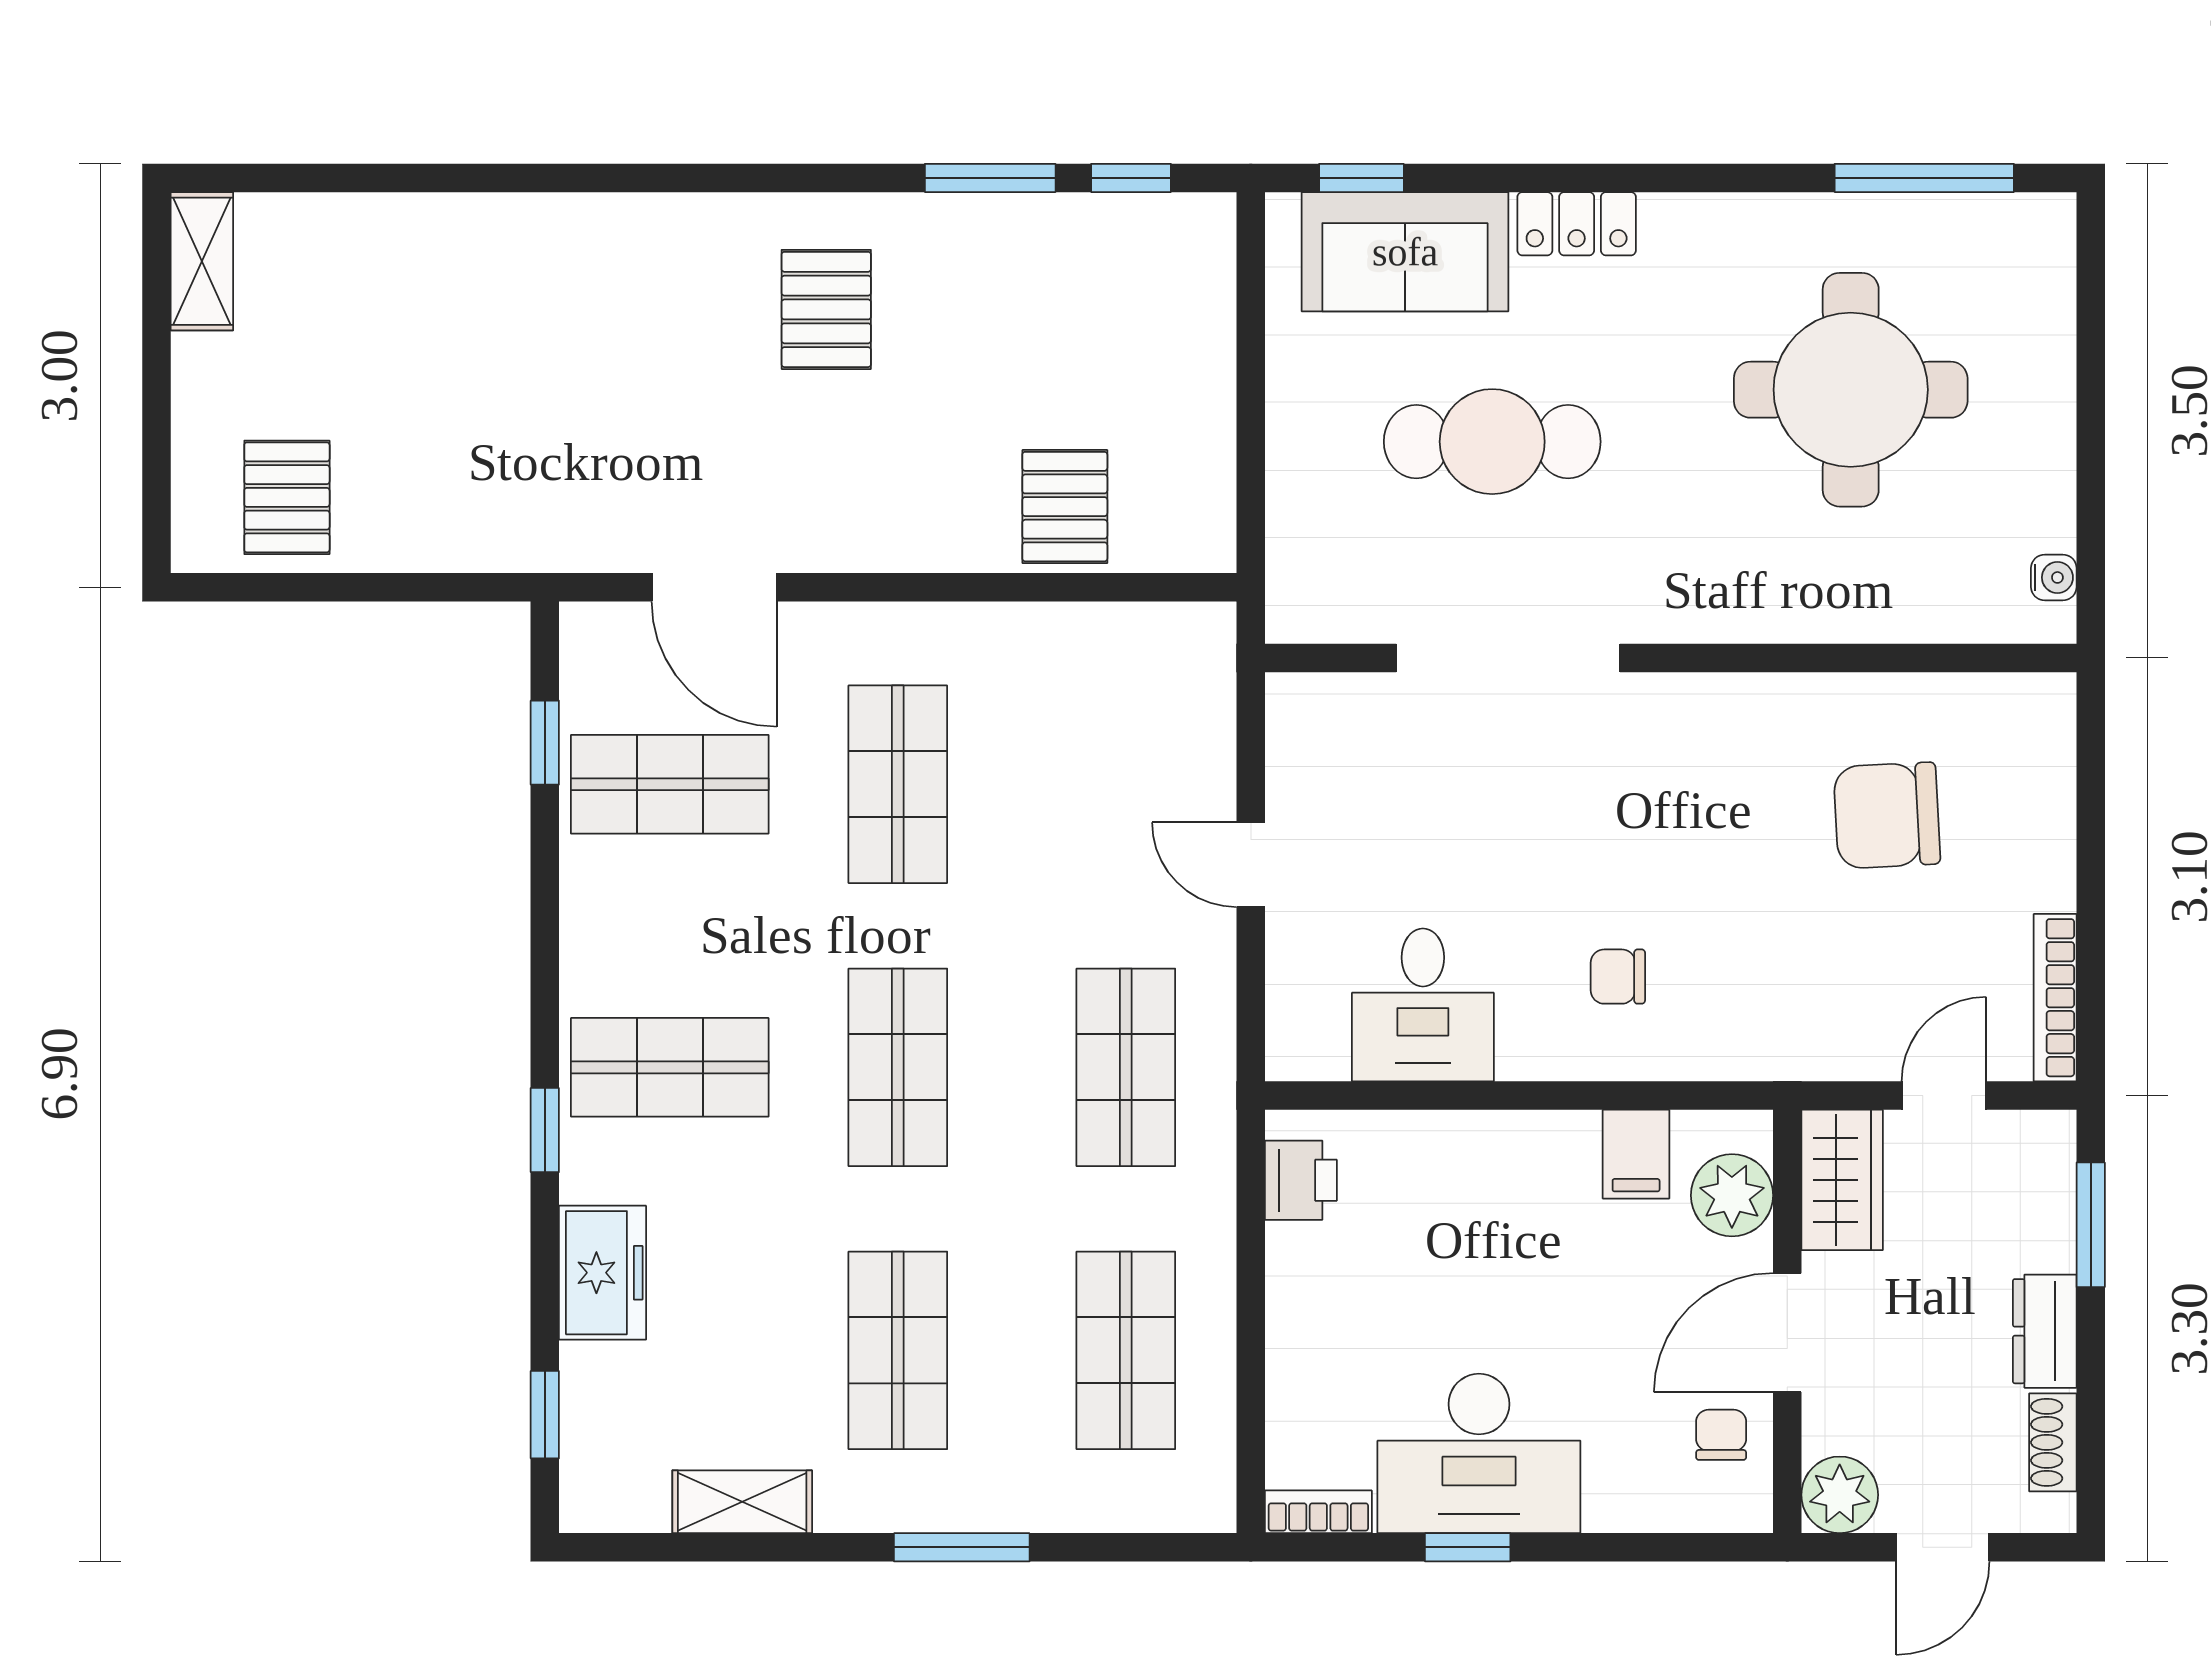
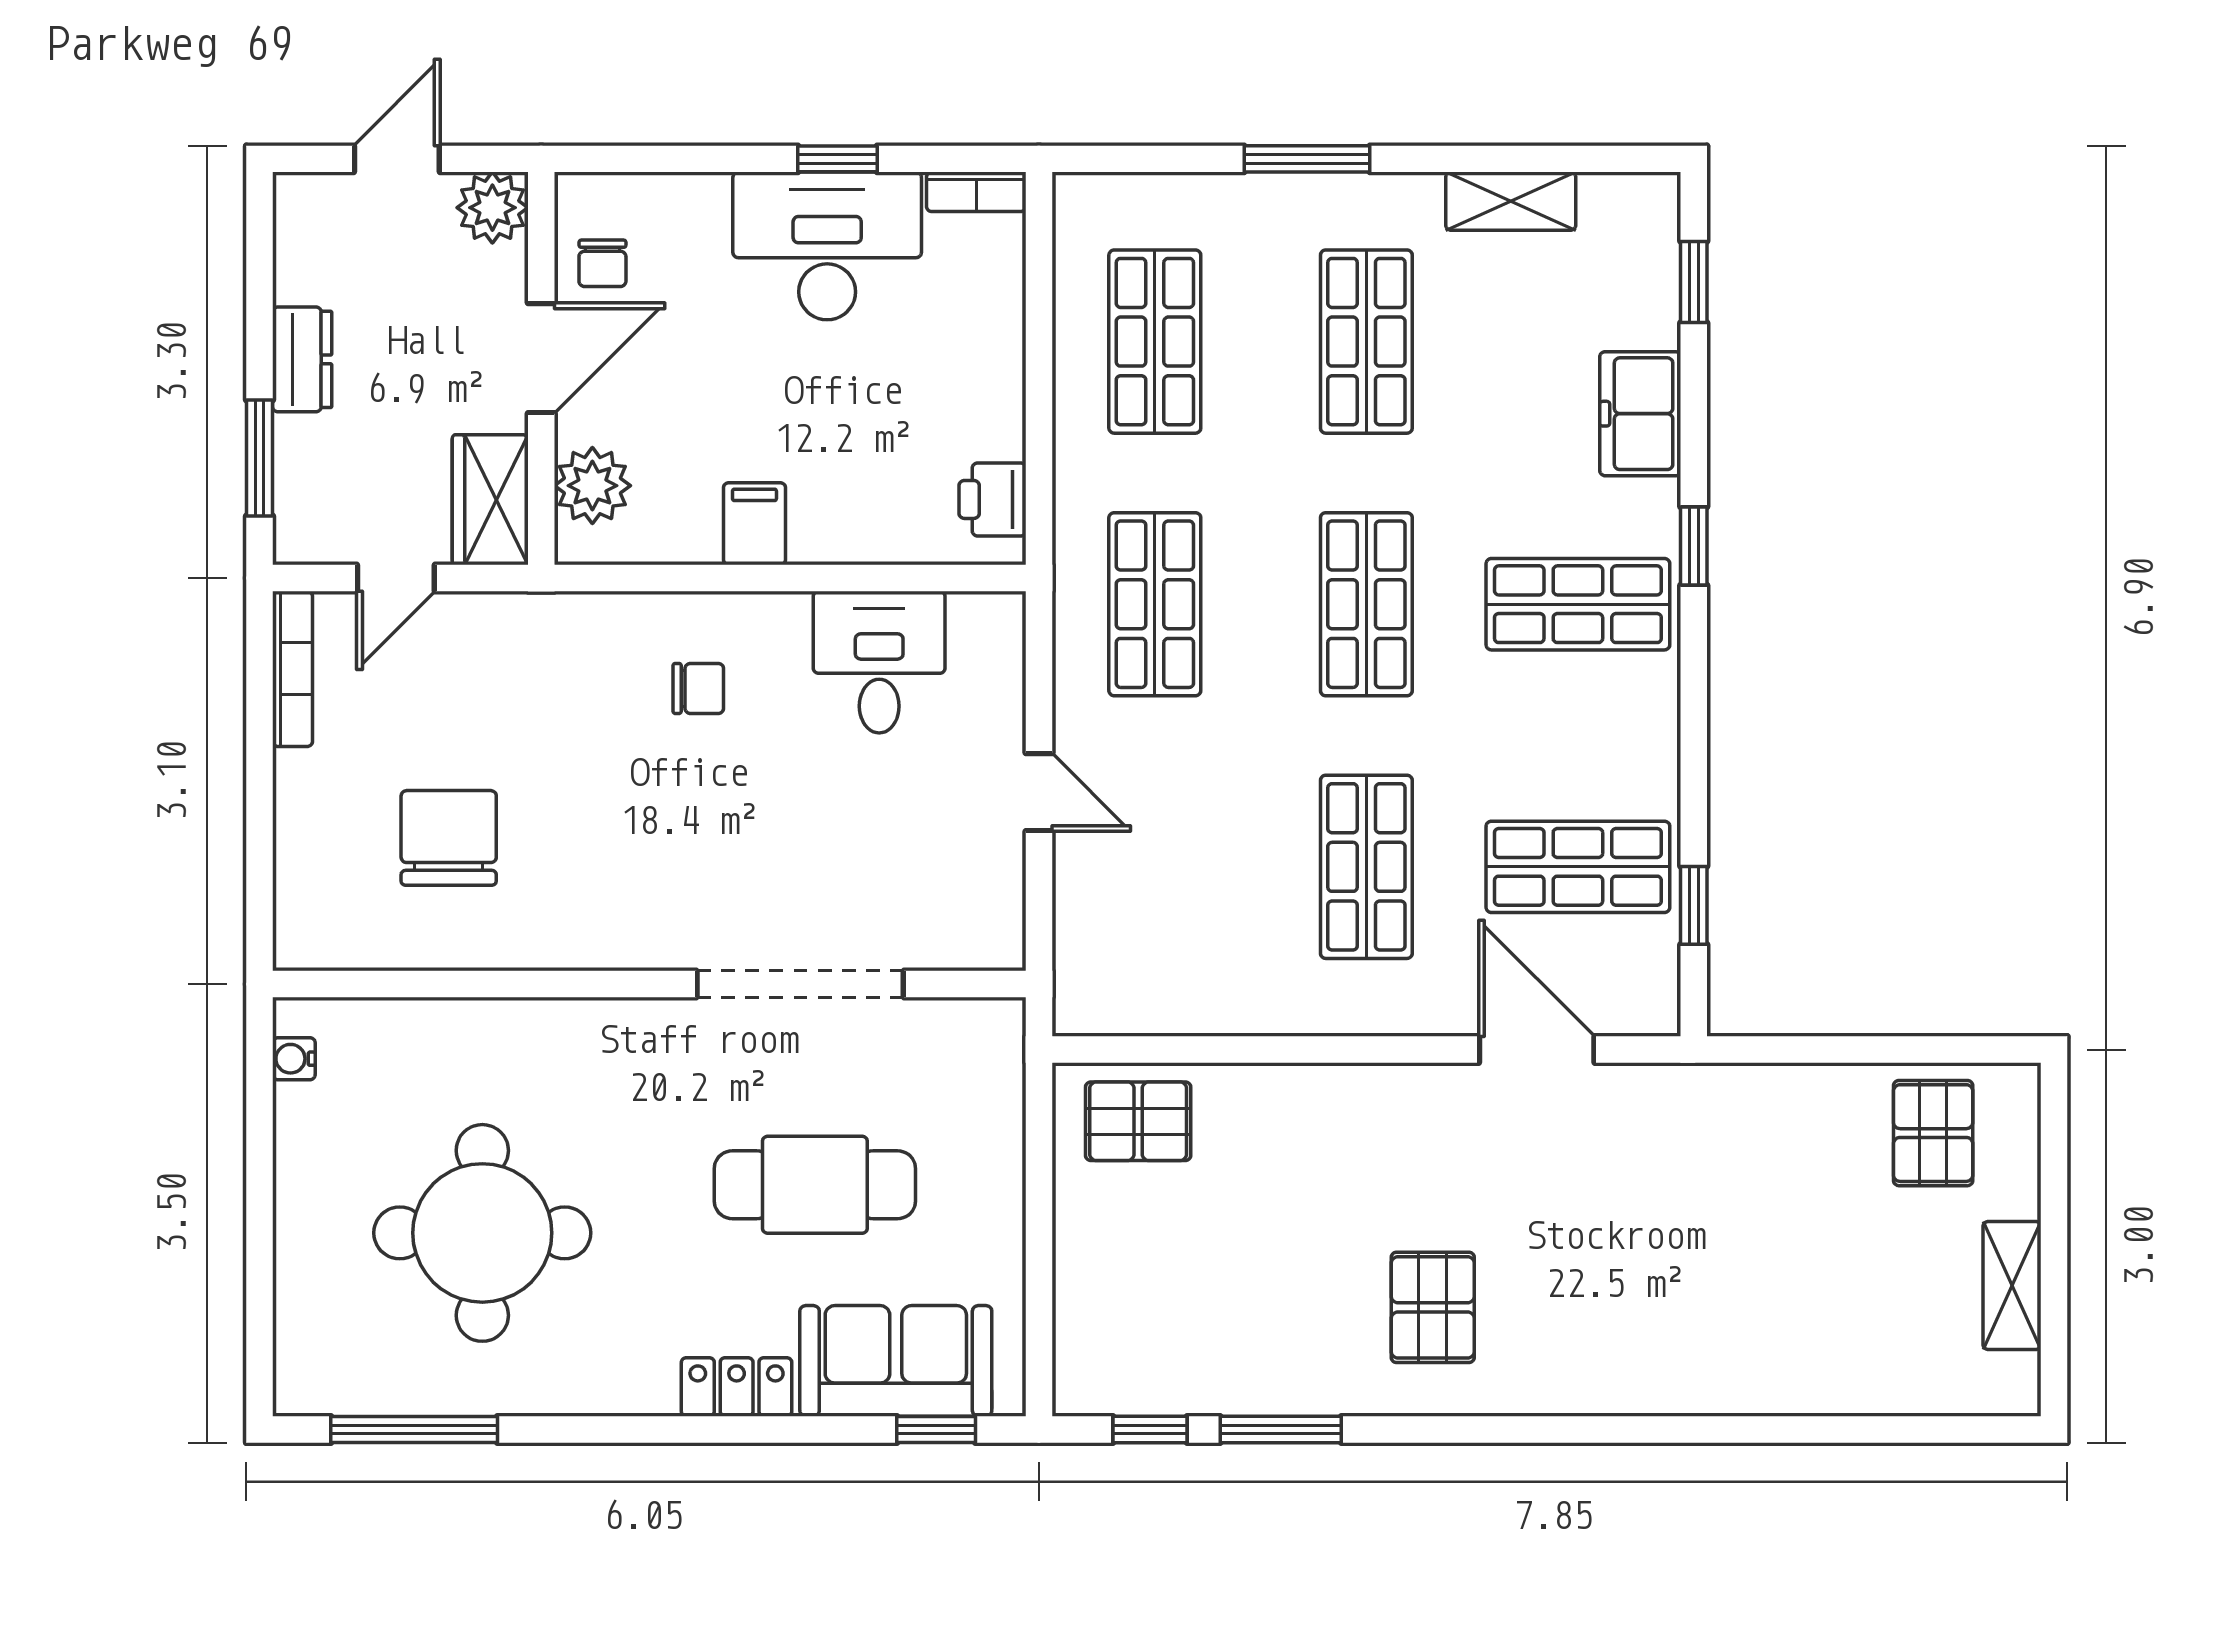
shelving: (202, 261) -> (2012, 1286), moved
pallet: (1065, 507) -> (1138, 1121), moved, turned 90
chair: (1887, 815) -> (449, 838), turned -87
filing cabinet: (1636, 1154) -> (754, 524), moved
shoe rack: (2053, 1442) -> (295, 256), removed

